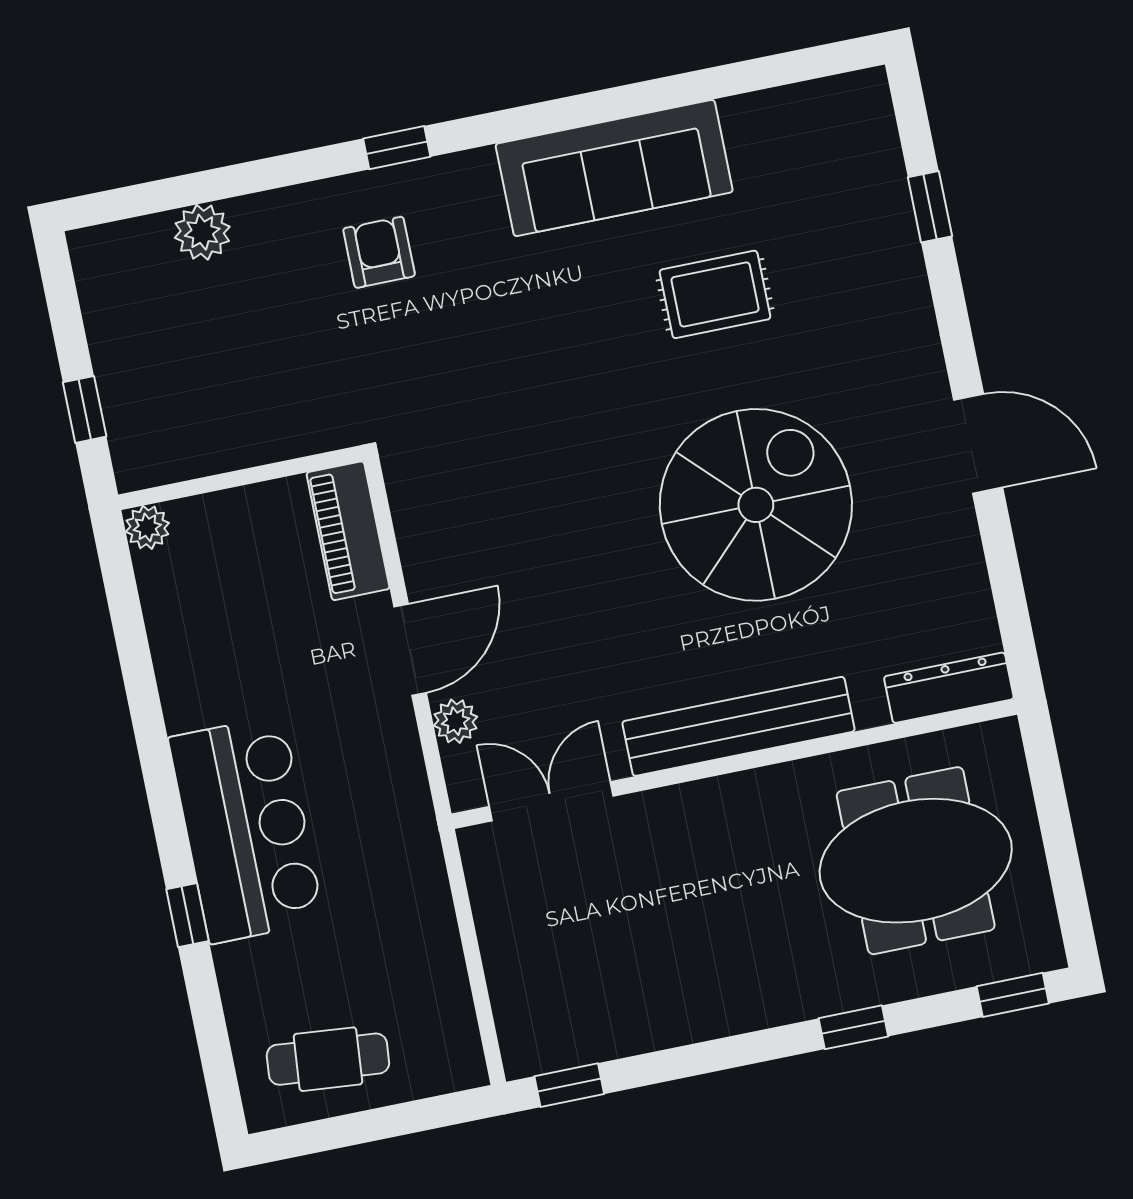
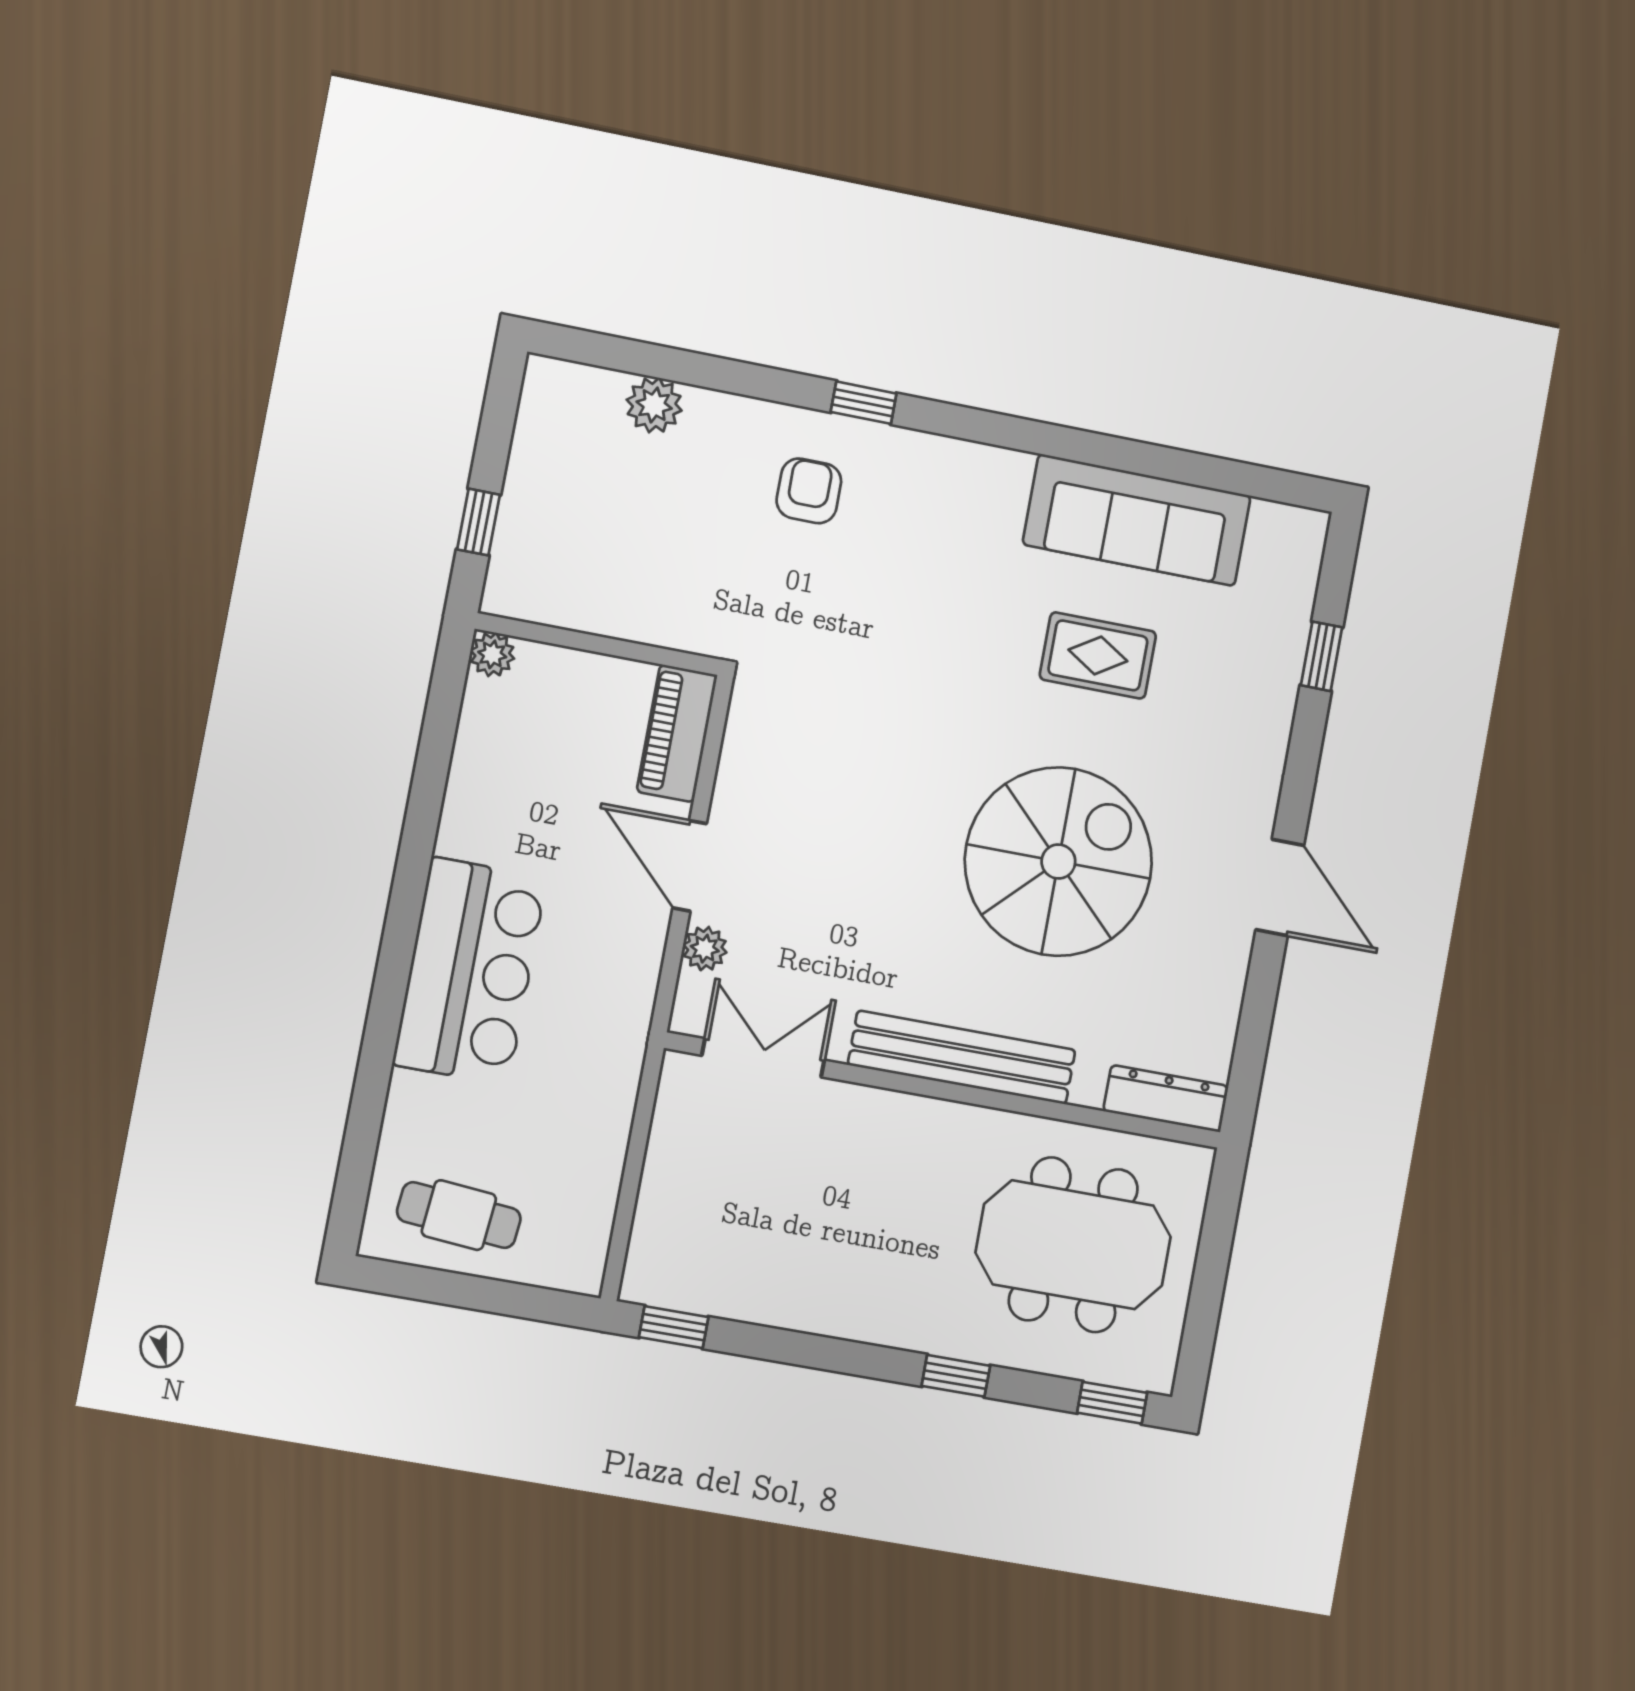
sofa: (614, 168) -> (1137, 520), moved
door: (410, 650) -> (690, 866), swing flipped
window: (187, 915) -> (382, 1029), removed

